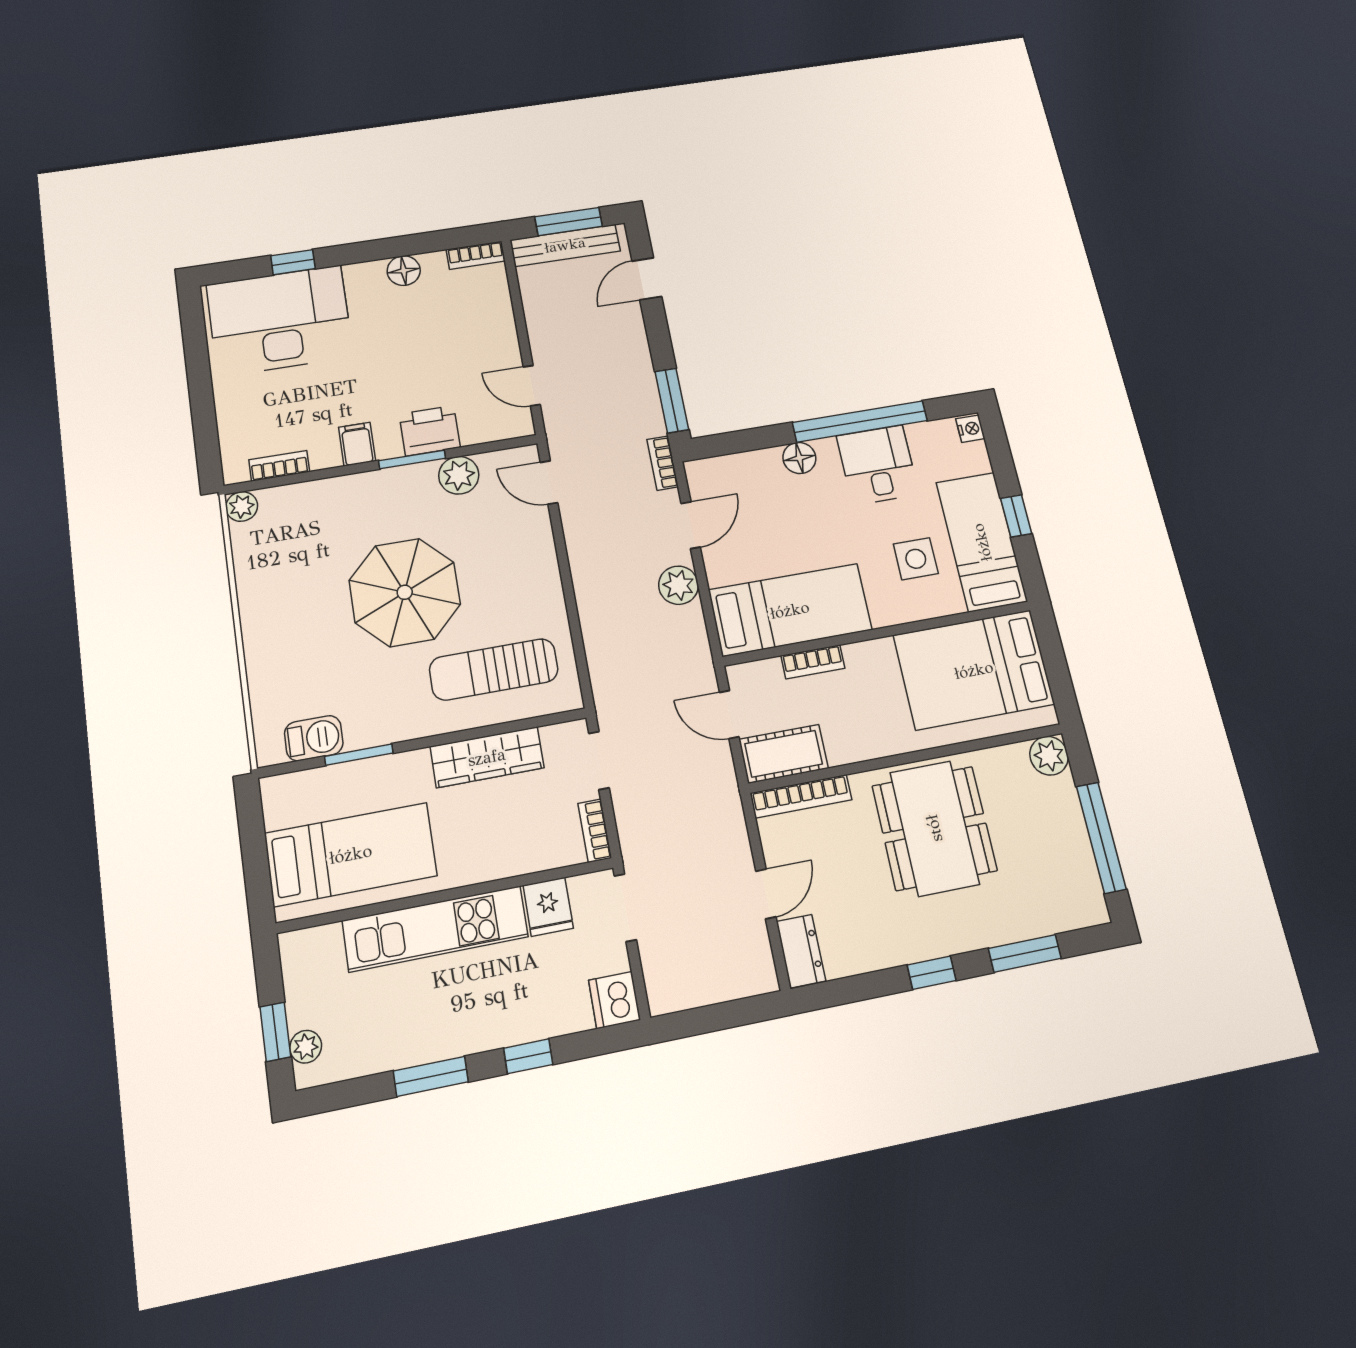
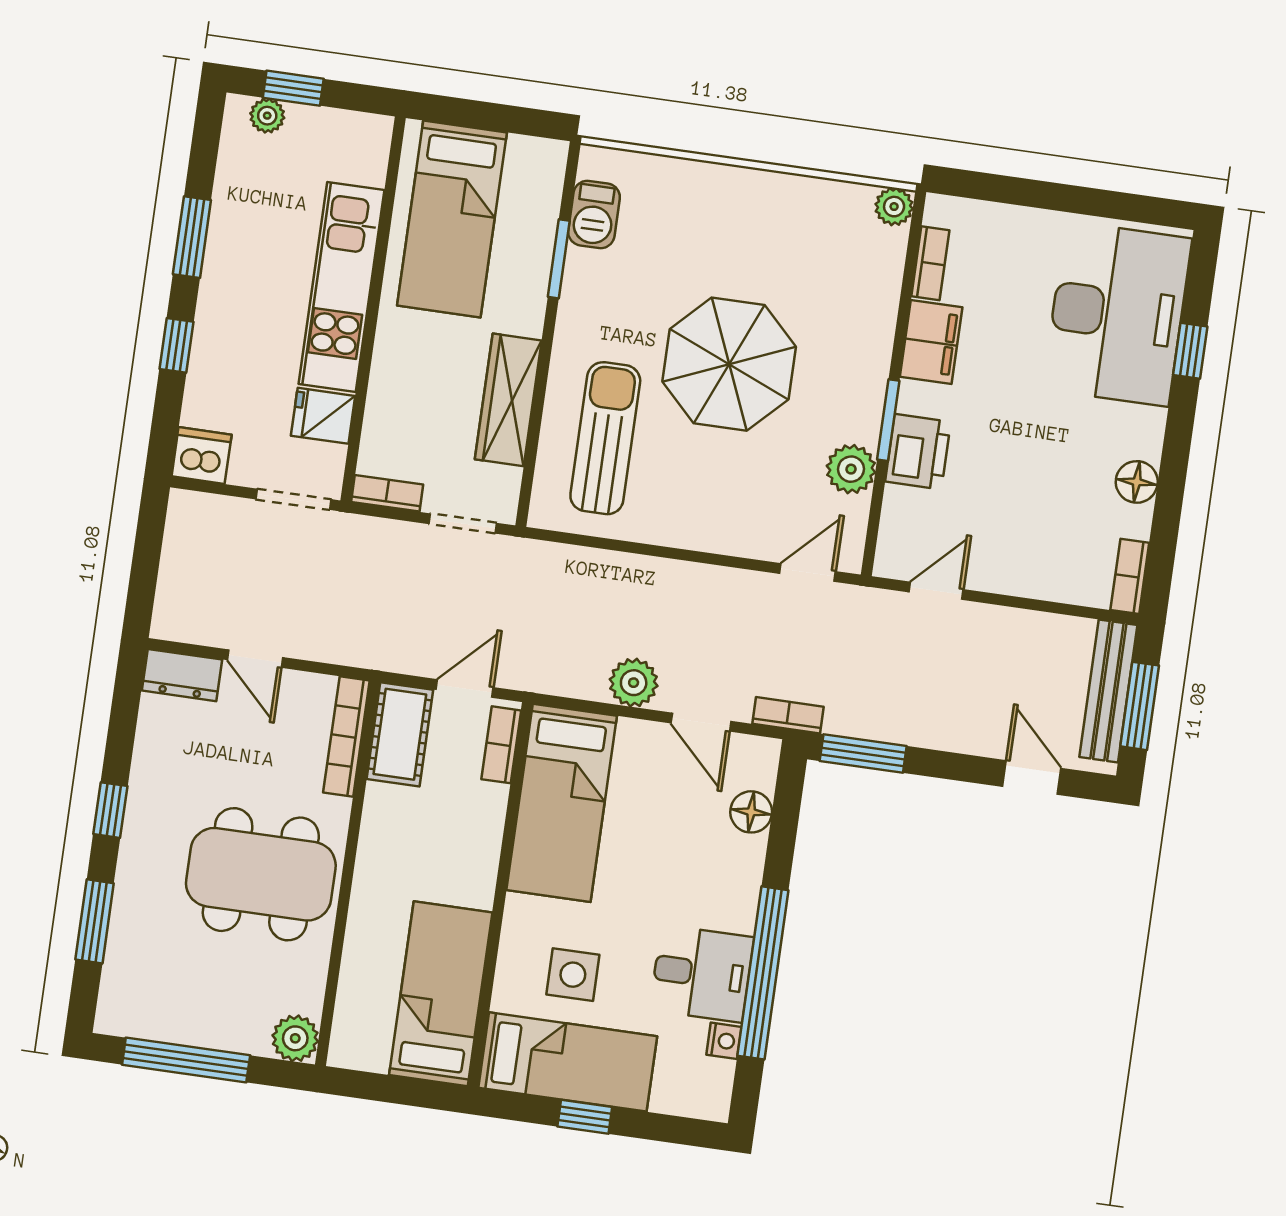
nightstand: (970, 429) -> (724, 1041), moved, turned -90
filing cabinet: (357, 444) -> (931, 342), width x2.00
floor lamp: (799, 458) -> (751, 812), moved
bookcase: (813, 662) -> (501, 745), moved
bed: (974, 670) -> (441, 994), width x0.67

